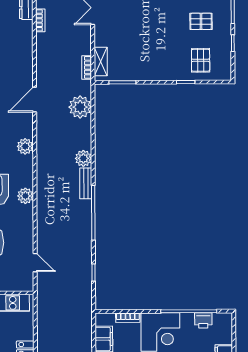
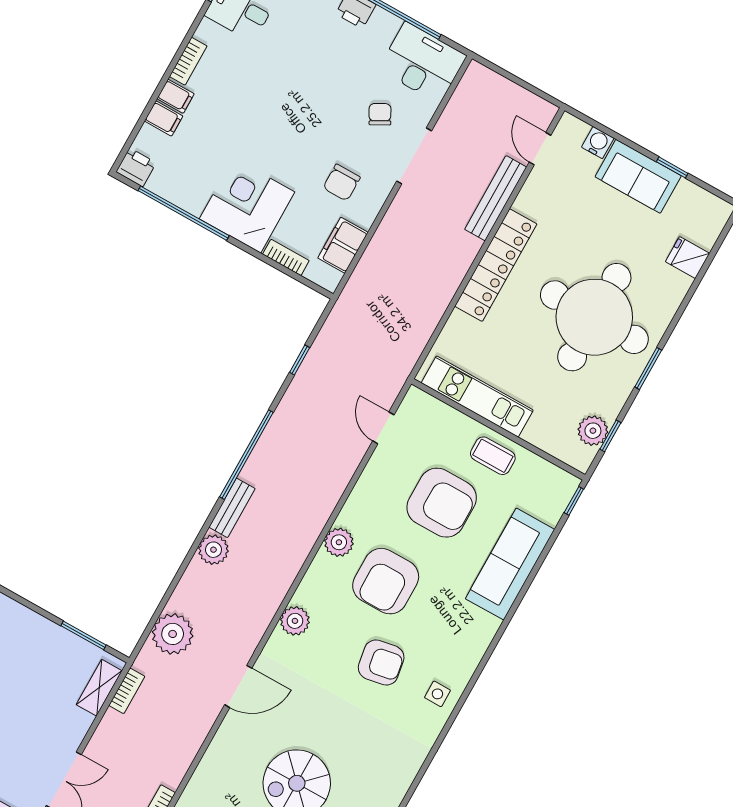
printer: (203, 320) -> (136, 167), moved

